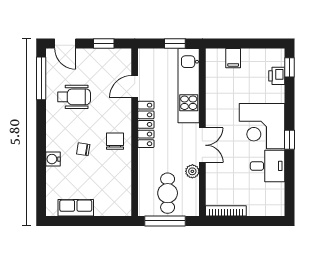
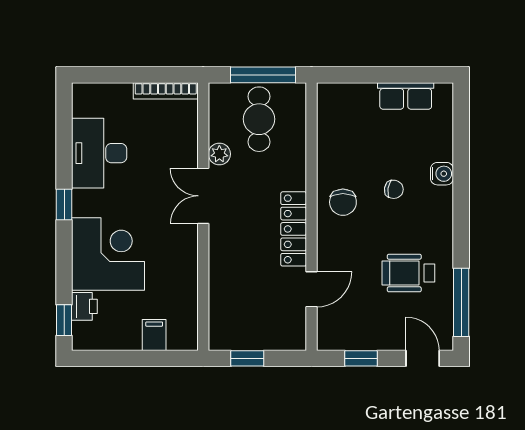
kitchen unit: (189, 86) -> (225, 291), removed
corner desk: (262, 126) -> (108, 254), moved
desk: (268, 166) -> (99, 153), width x1.37

